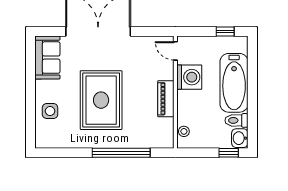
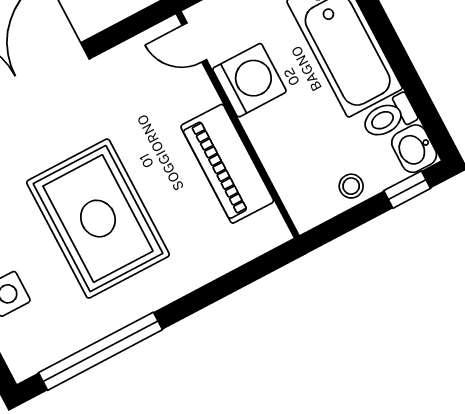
piano: (166, 99) -> (227, 164), width x1.37, depth x1.33
stool: (184, 131) -> (351, 186), moved
window: (121, 153) -> (100, 351), moved

